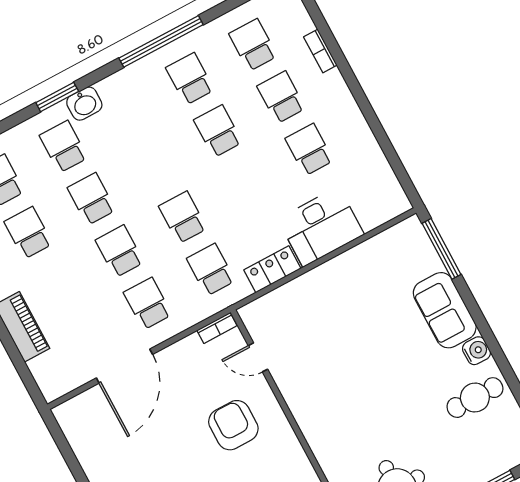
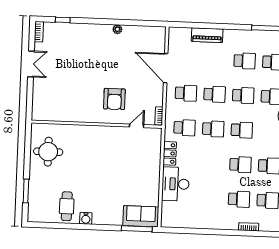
school desk: (309, 150) -> (242, 130), moved
sofa: (445, 310) -> (141, 216), moved
armchair: (233, 425) -> (114, 99), turned 90

